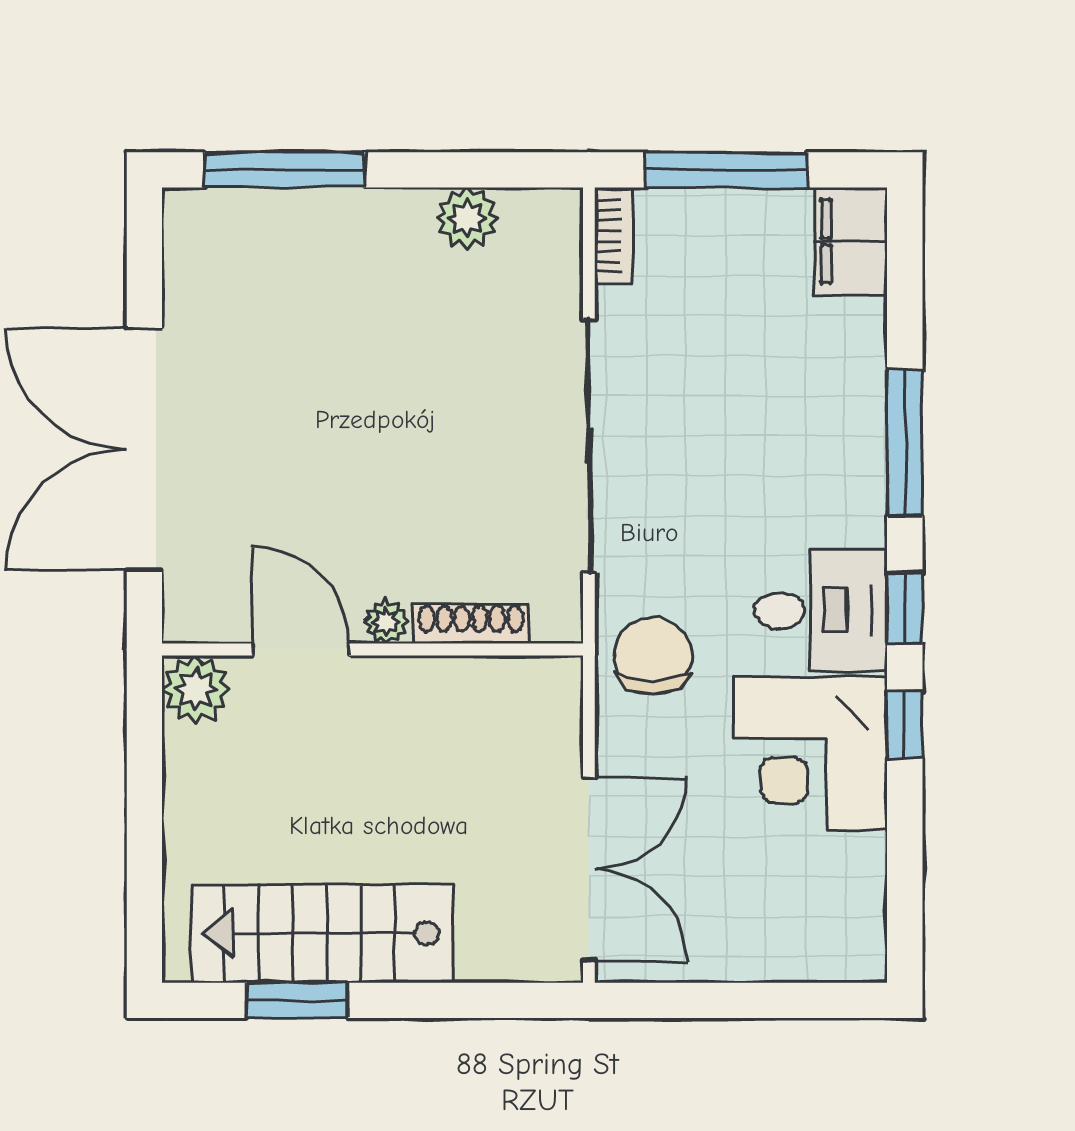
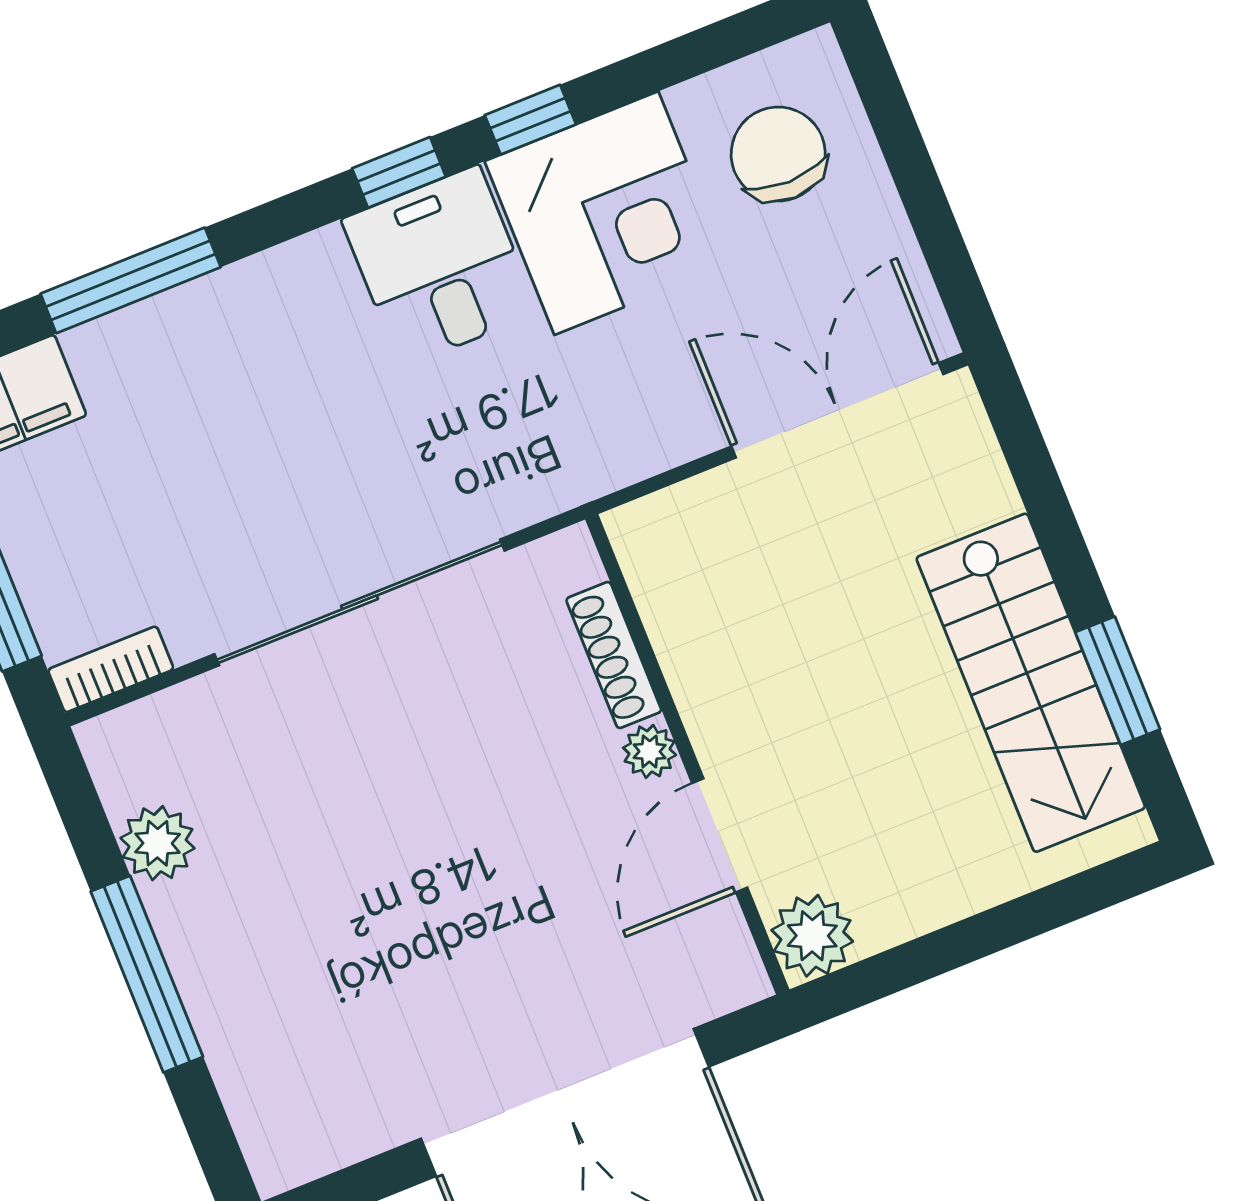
window: (284, 170) -> (147, 974), moved
window: (905, 443) -> (131, 280), moved
chair: (653, 656) -> (778, 154), moved, turned 90

